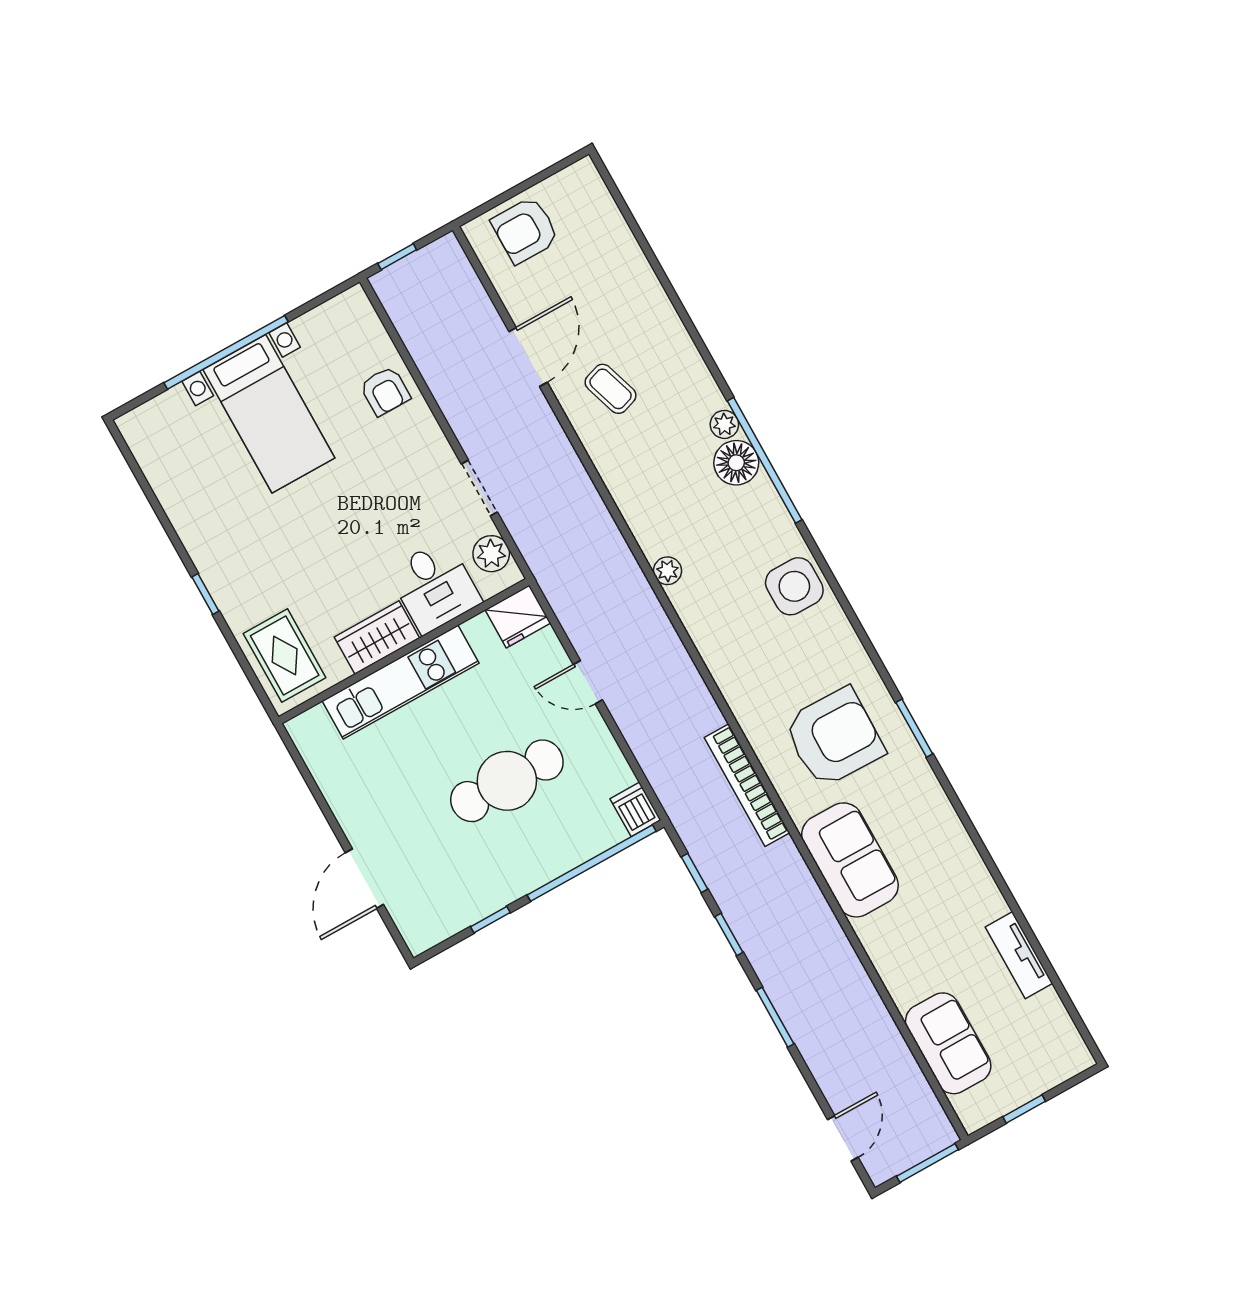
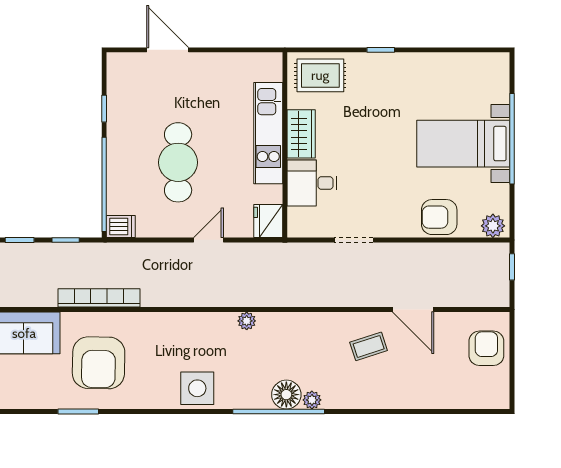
armchair: (385, 391) -> (439, 217), width x1.38, depth x1.38
plant: (491, 554) -> (493, 226), moved

